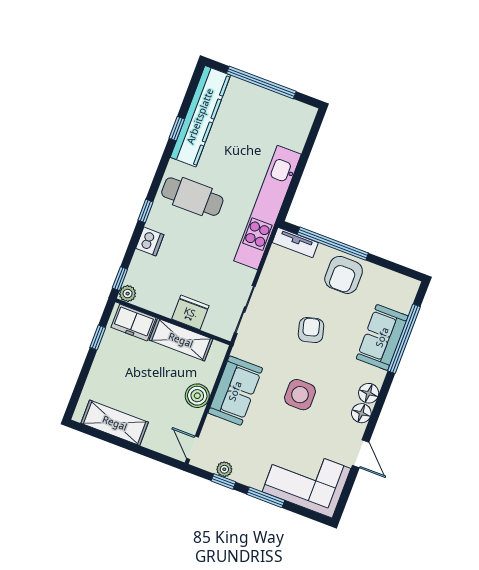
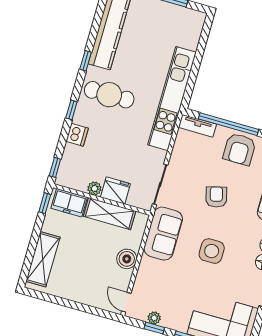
window: (177, 129) -> (86, 61), moved
plant: (128, 294) -> (94, 188), moved
window: (98, 338) -> (45, 203), moved
sofa: (235, 391) -> (163, 234), moved
shelving: (115, 423) -> (43, 259), moved, turned 90

